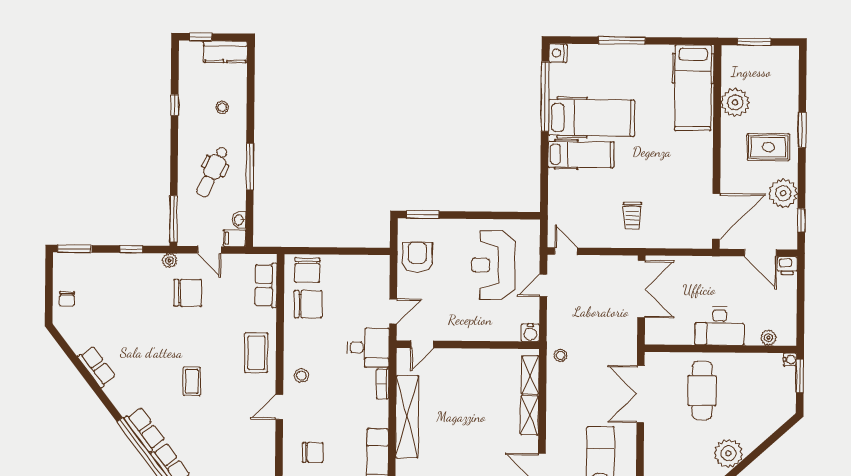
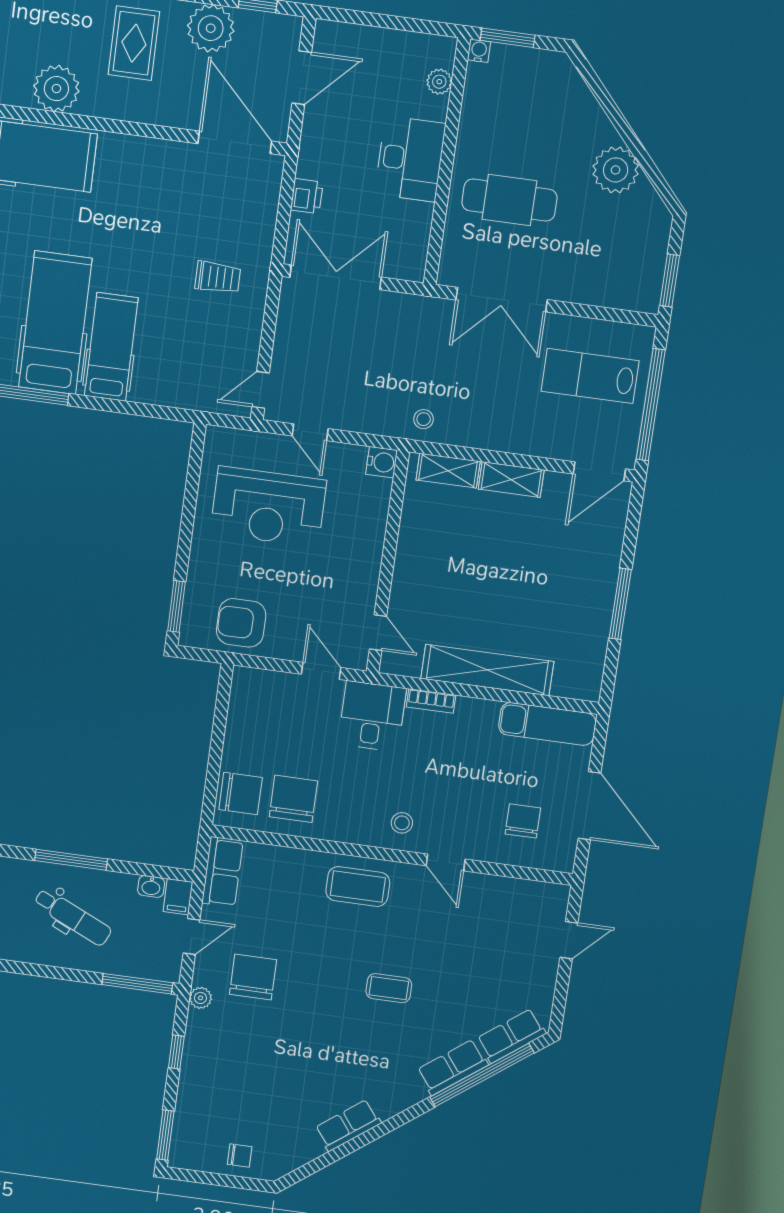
printer: (787, 266) -> (307, 196), moved
row of seats: (266, 285) -> (222, 872), moved, turned -90

